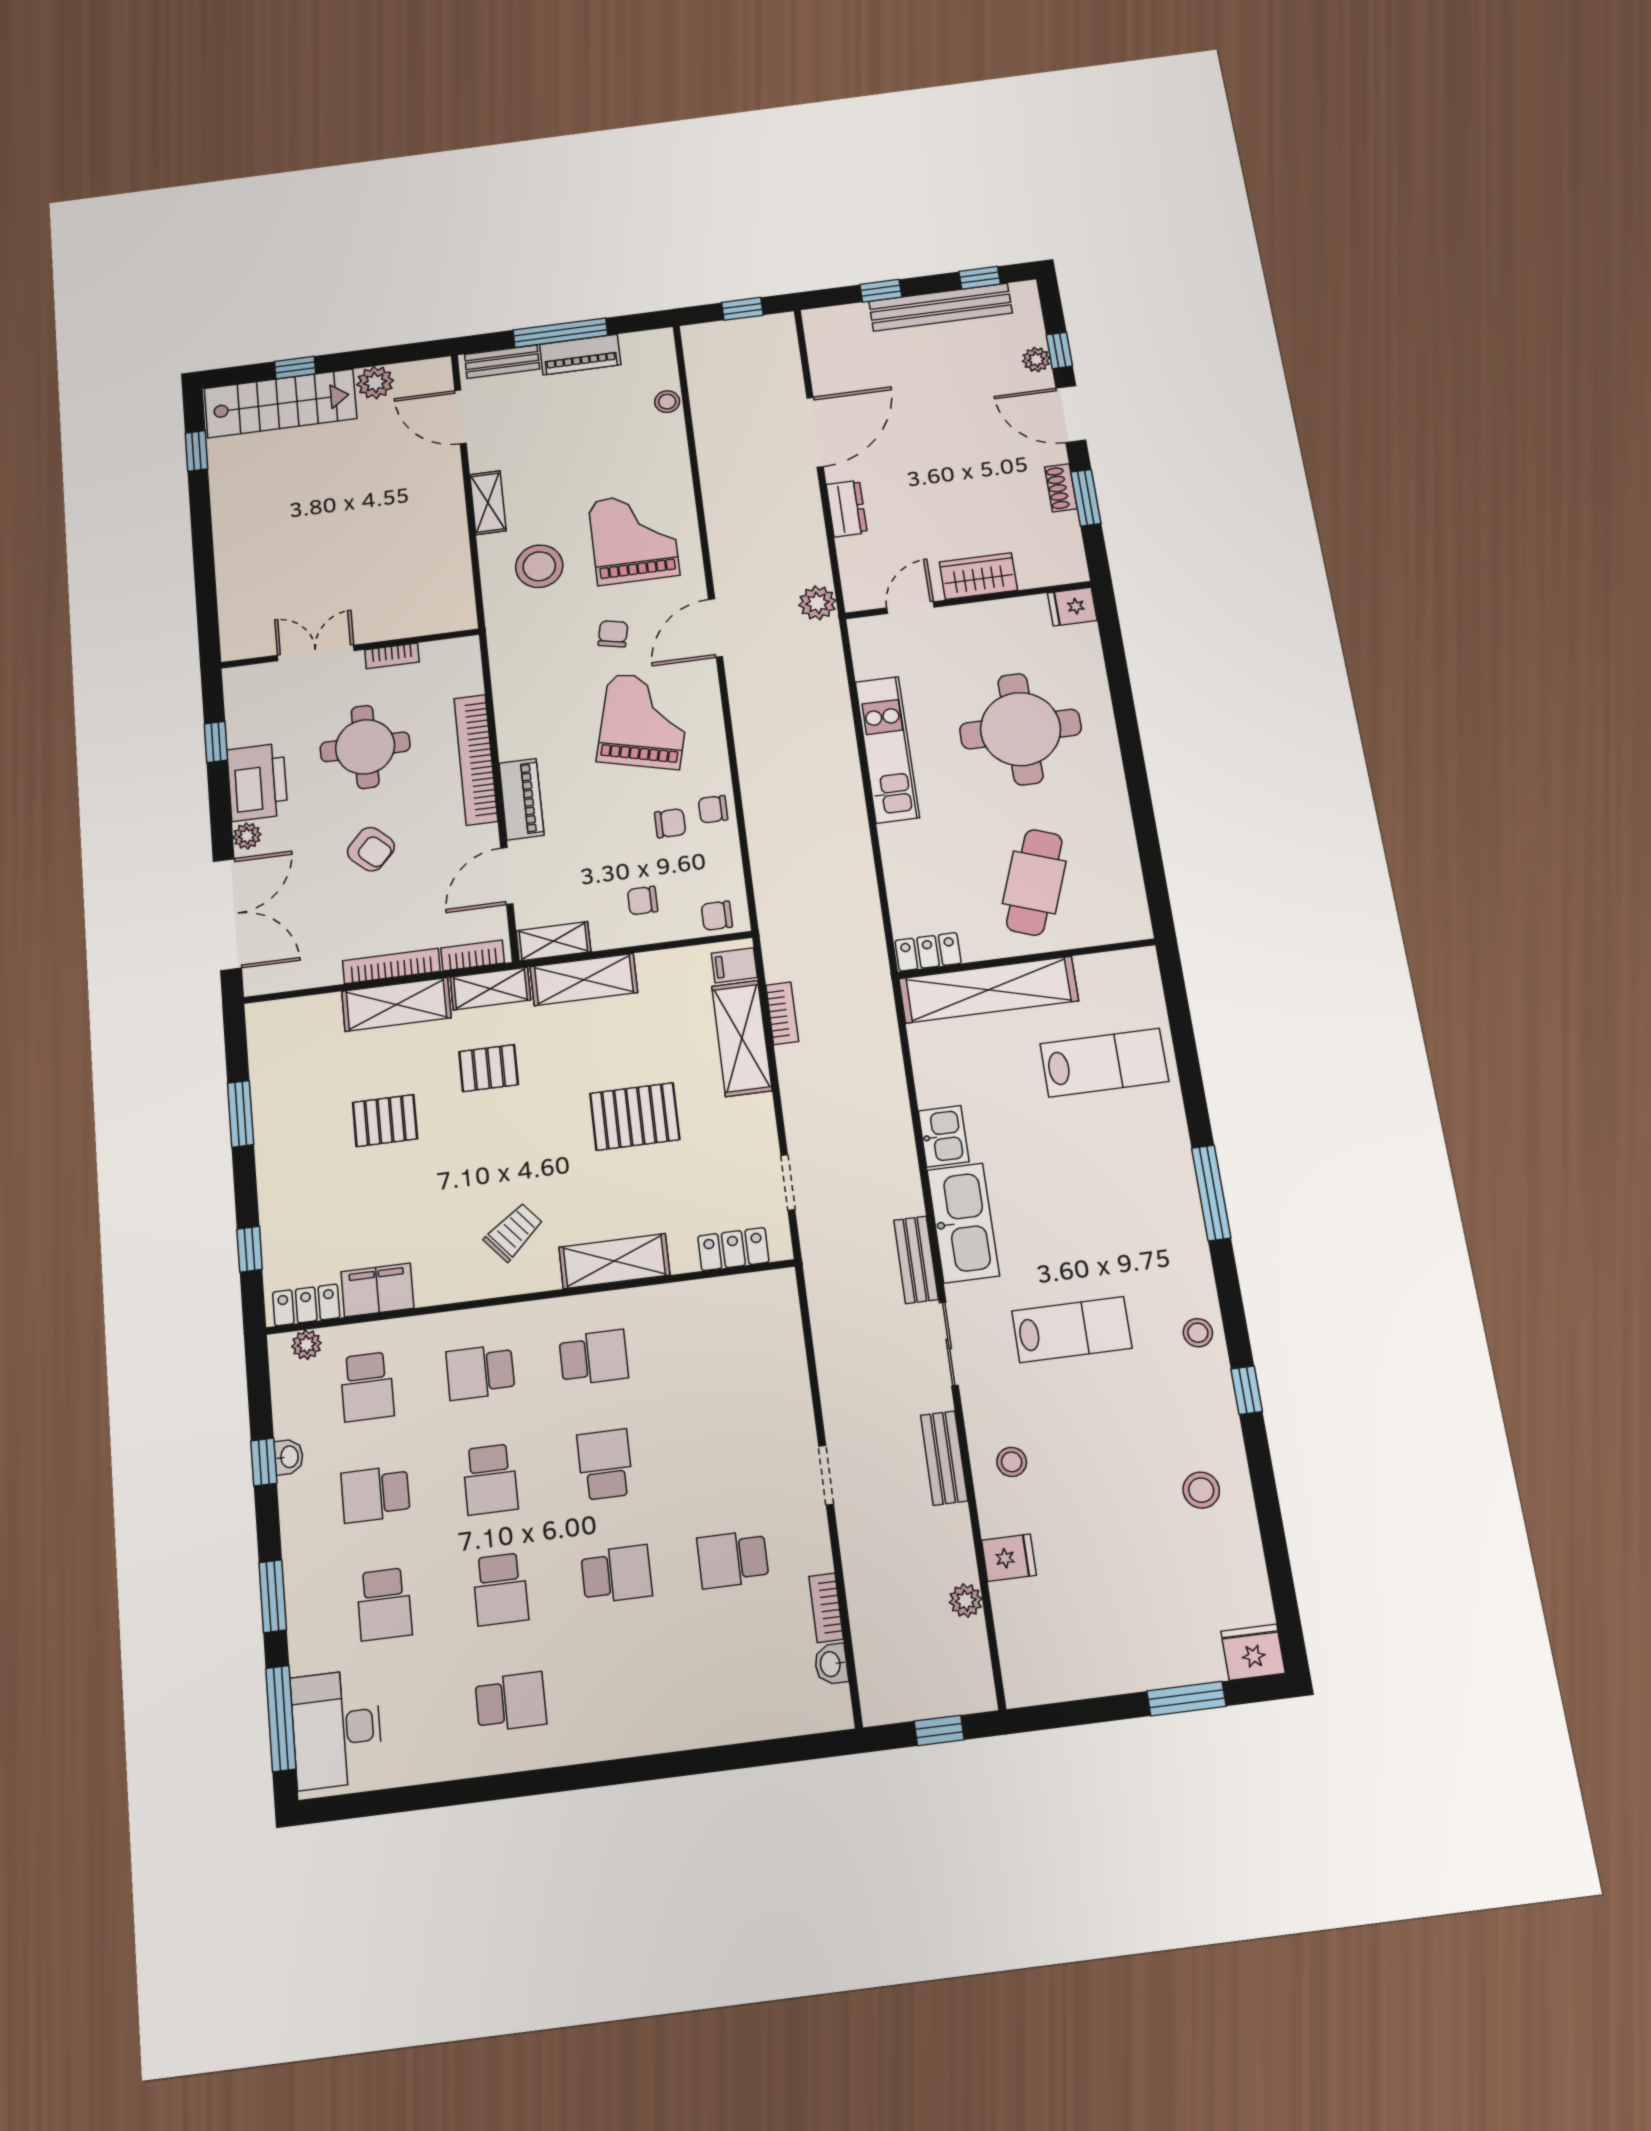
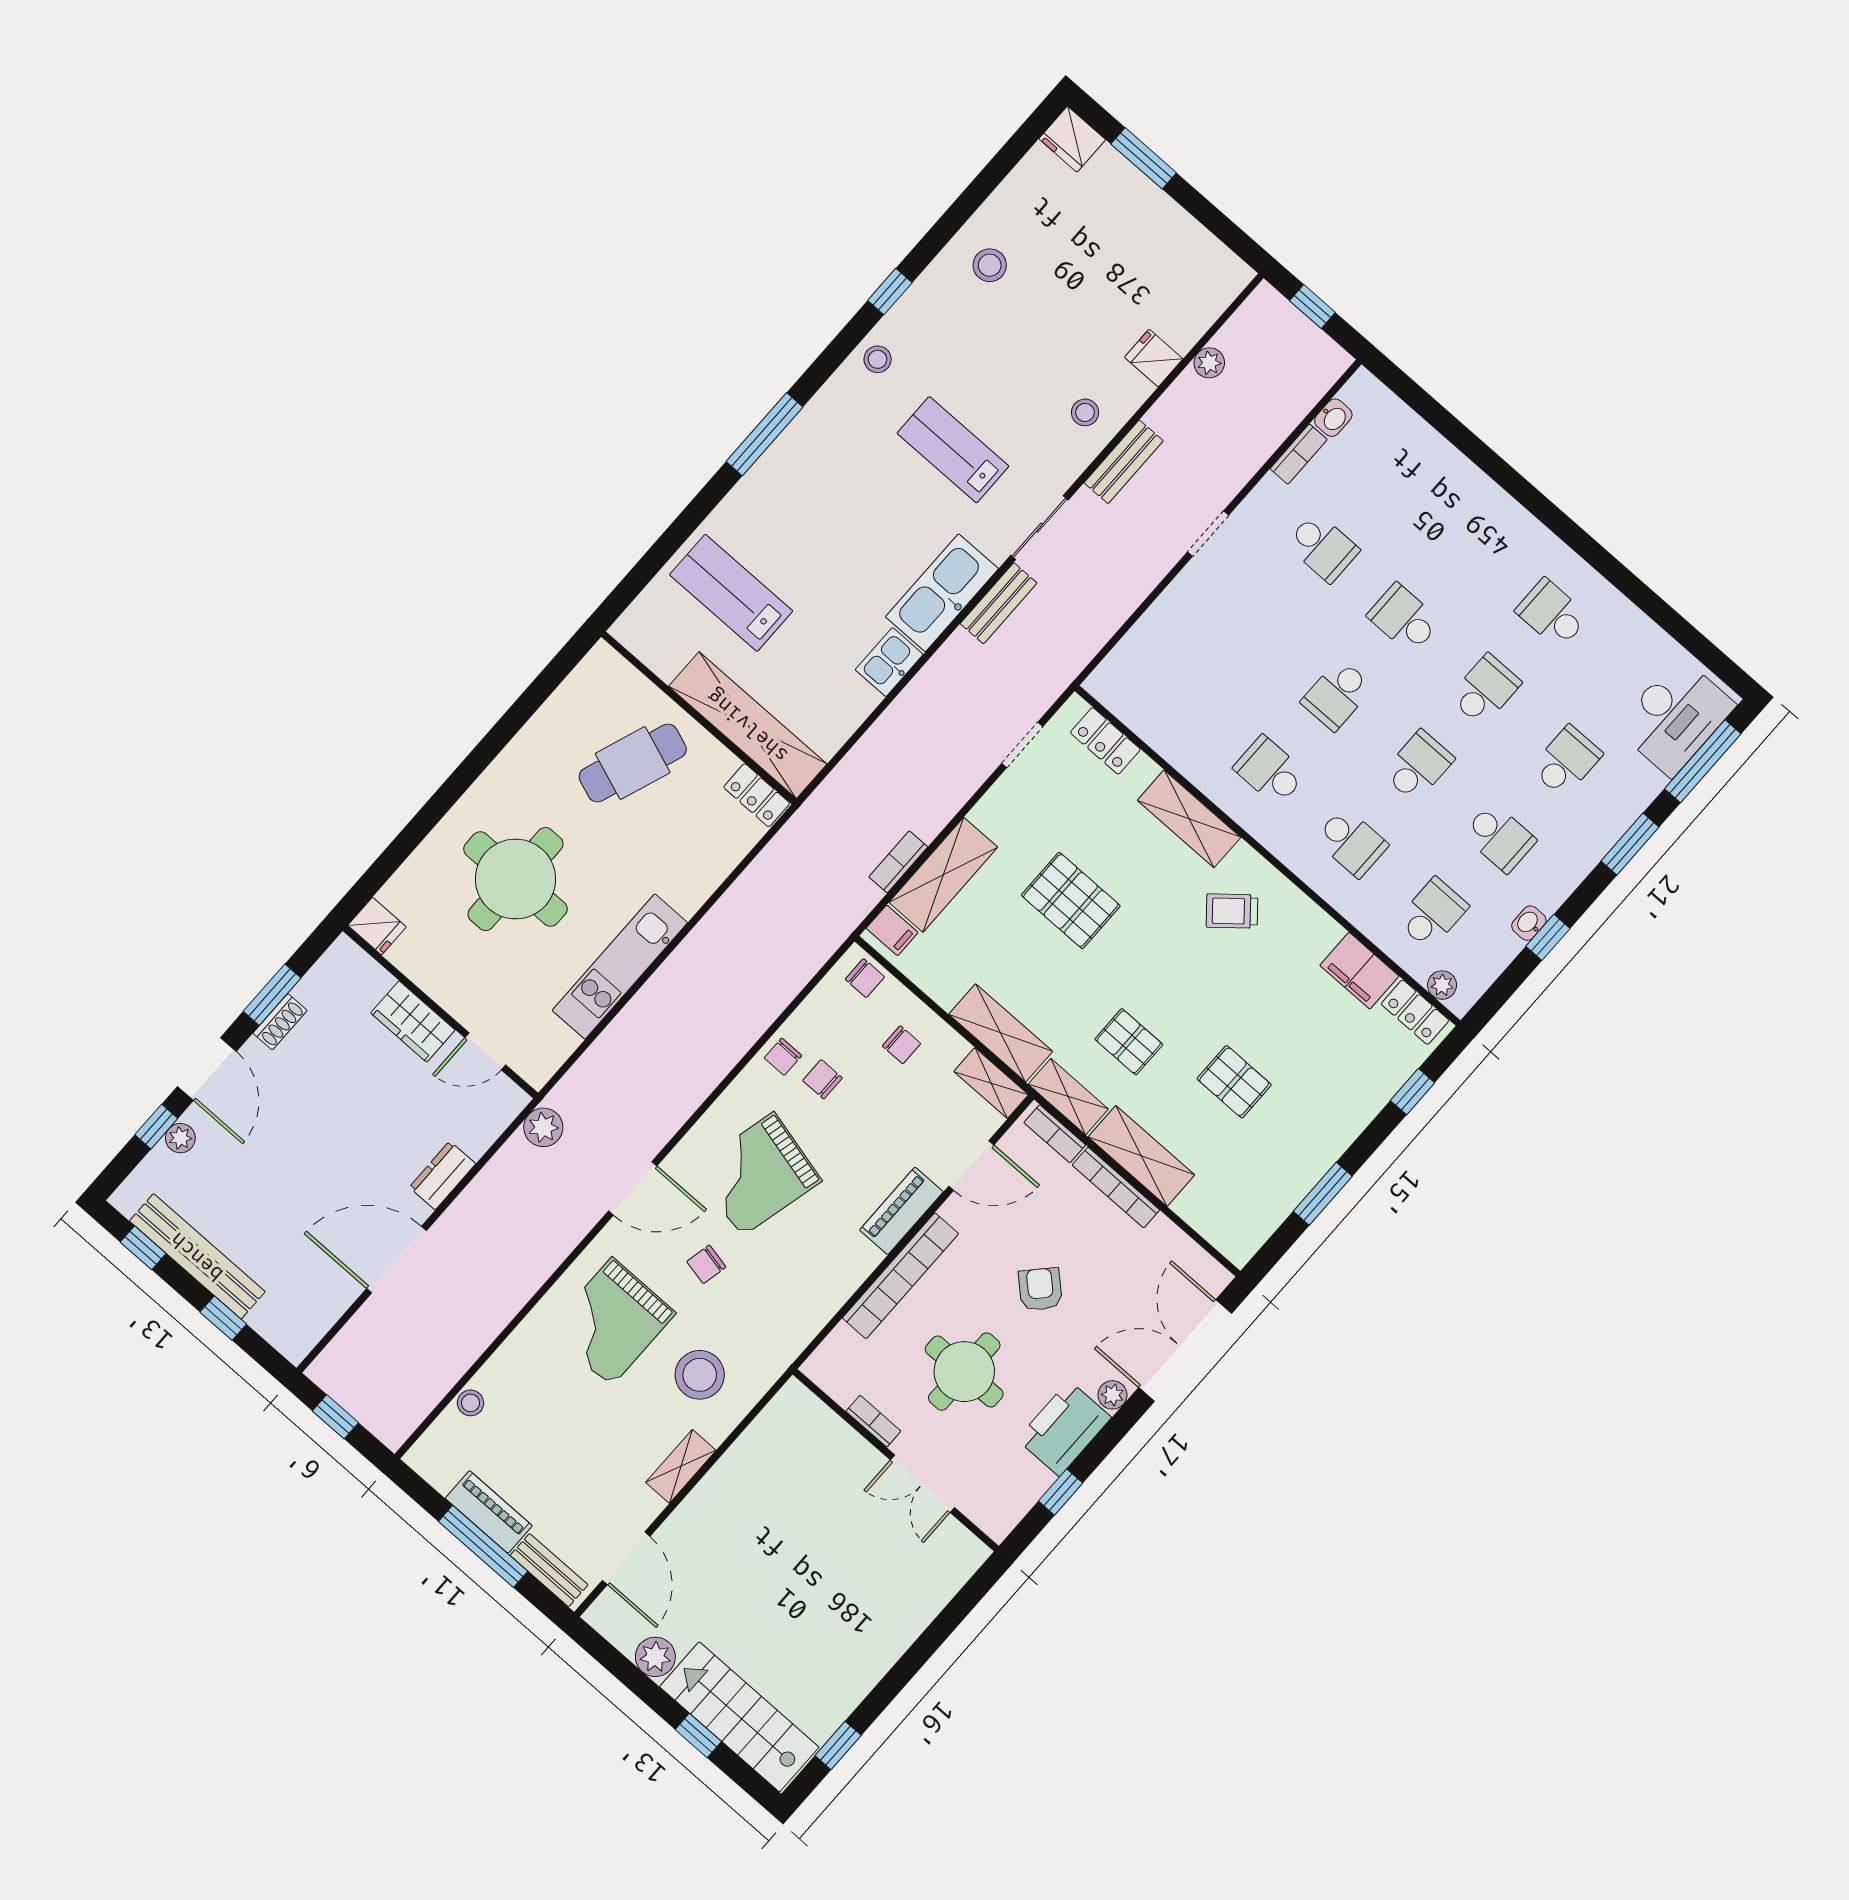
chair: (713, 809) -> (783, 1057), turned 90

